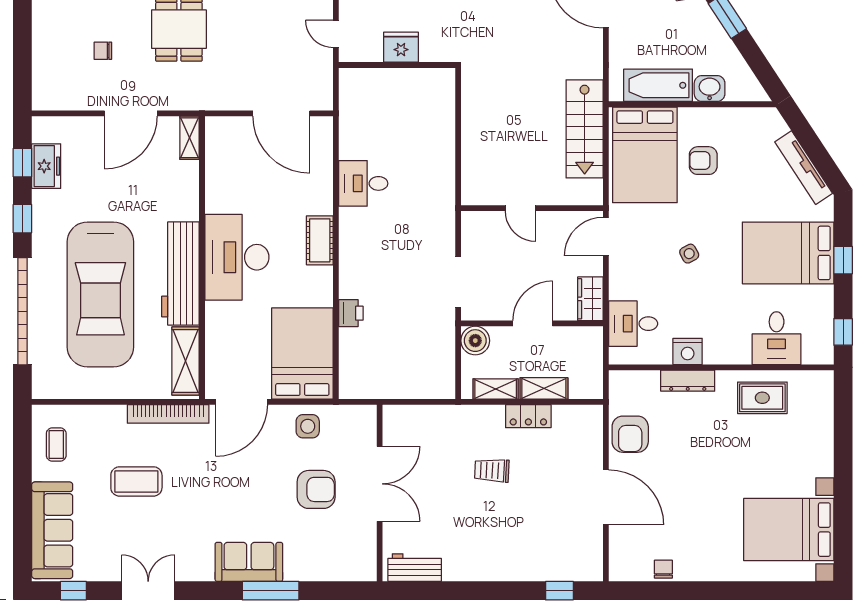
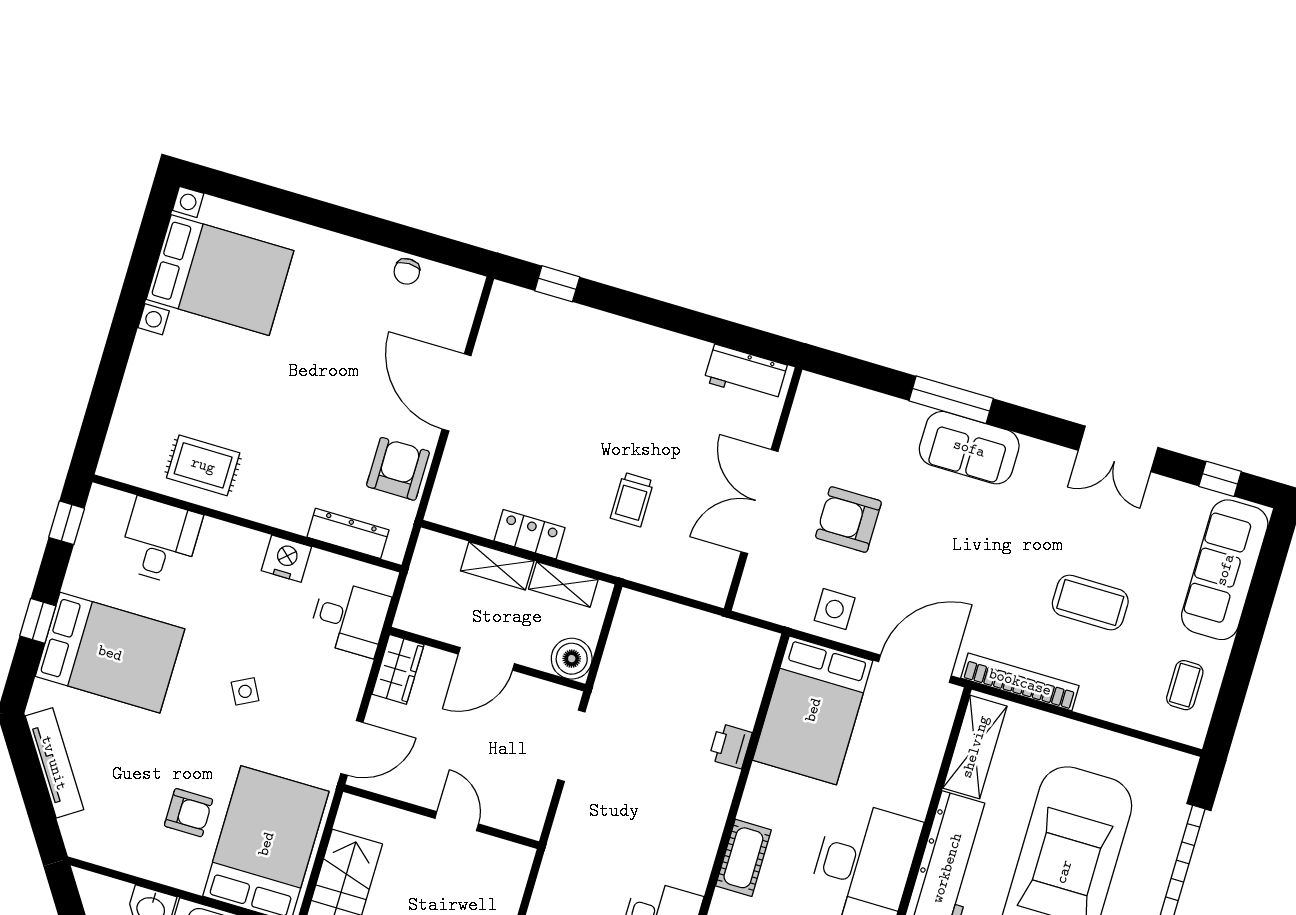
dresser: (688, 381) -> (348, 533), moved
trolley: (492, 470) -> (632, 500), moved, turned 87

